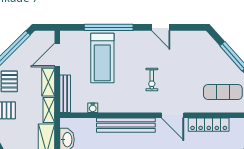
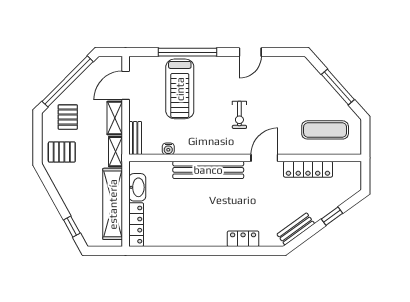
door: (161, 27) -> (250, 52), hinge flipped
bench: (65, 94) -> (135, 138), width x0.73
door: (173, 115) -> (264, 158), swing flipped

